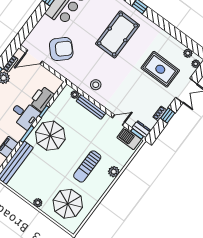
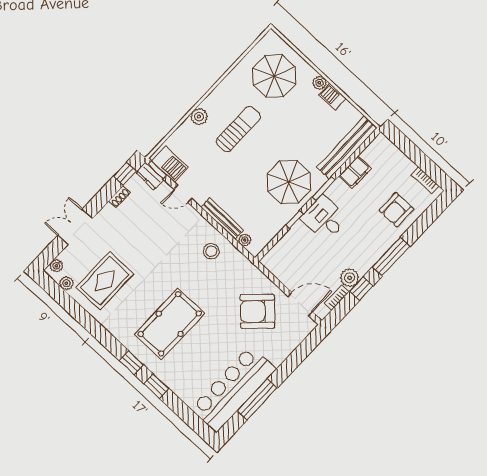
rug: (160, 69) -> (105, 281), moved, turned 90
printer: (42, 99) -> (295, 240), removed
window: (168, 116) -> (125, 174), moved
barbecue: (28, 194) -> (333, 97), added

